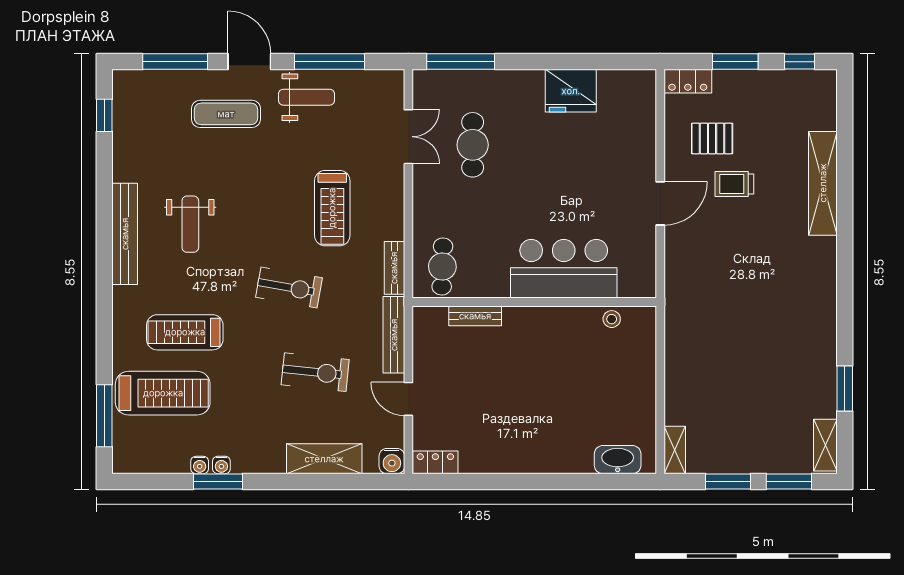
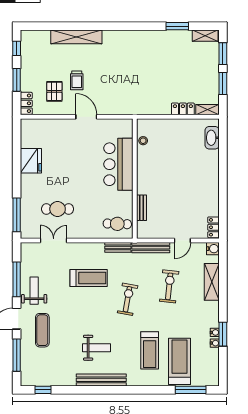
locker: (676, 400) -> (183, 109), added

